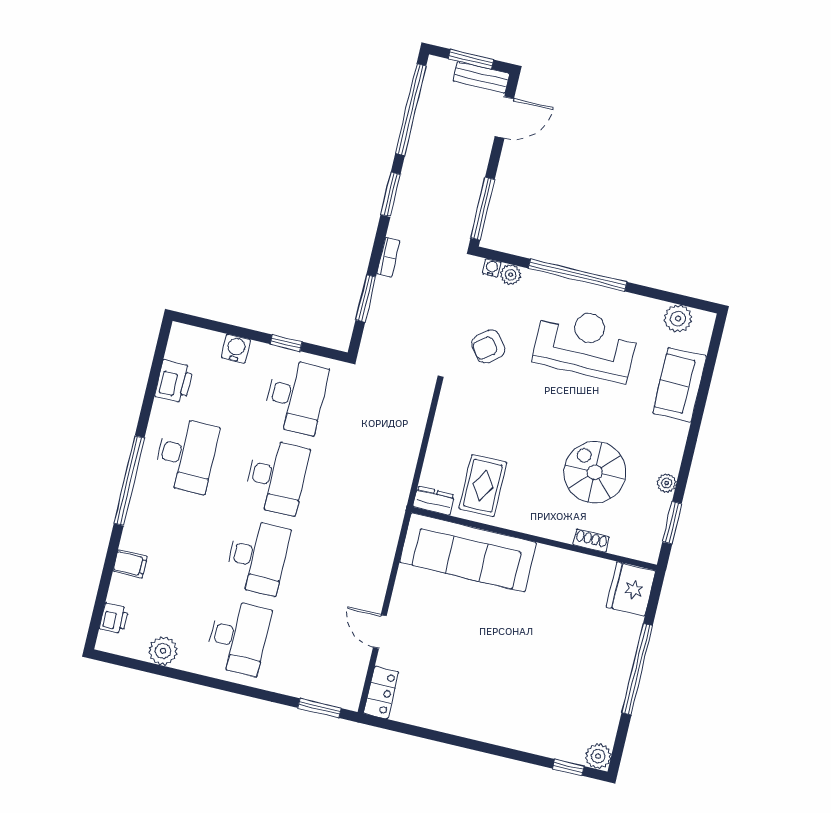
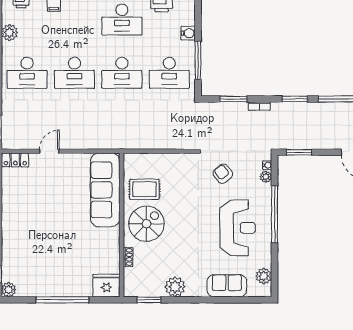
window: (483, 209) -> (299, 152), width x0.69
window: (286, 343) -> (198, 60), width x2.17
spiral stairs: (595, 472) -> (146, 224), moved
plant: (667, 483) -> (175, 287), width x1.88, depth x1.88
dresser: (434, 501) -> (129, 164), removed

